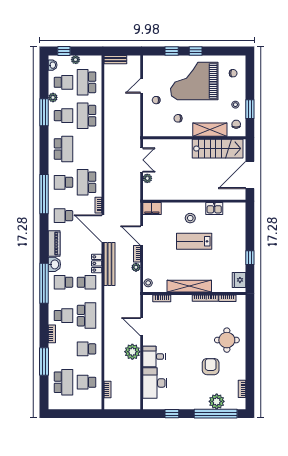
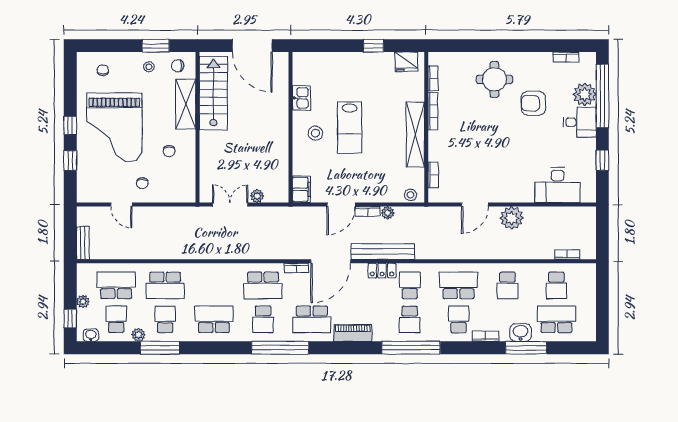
school desk: (87, 82) -> (116, 285), turned 180
school desk: (63, 216) -> (312, 319), width x1.85
washbasin: (54, 264) -> (521, 332), moved
desk: (154, 356) -> (580, 122), moved, turned -90

